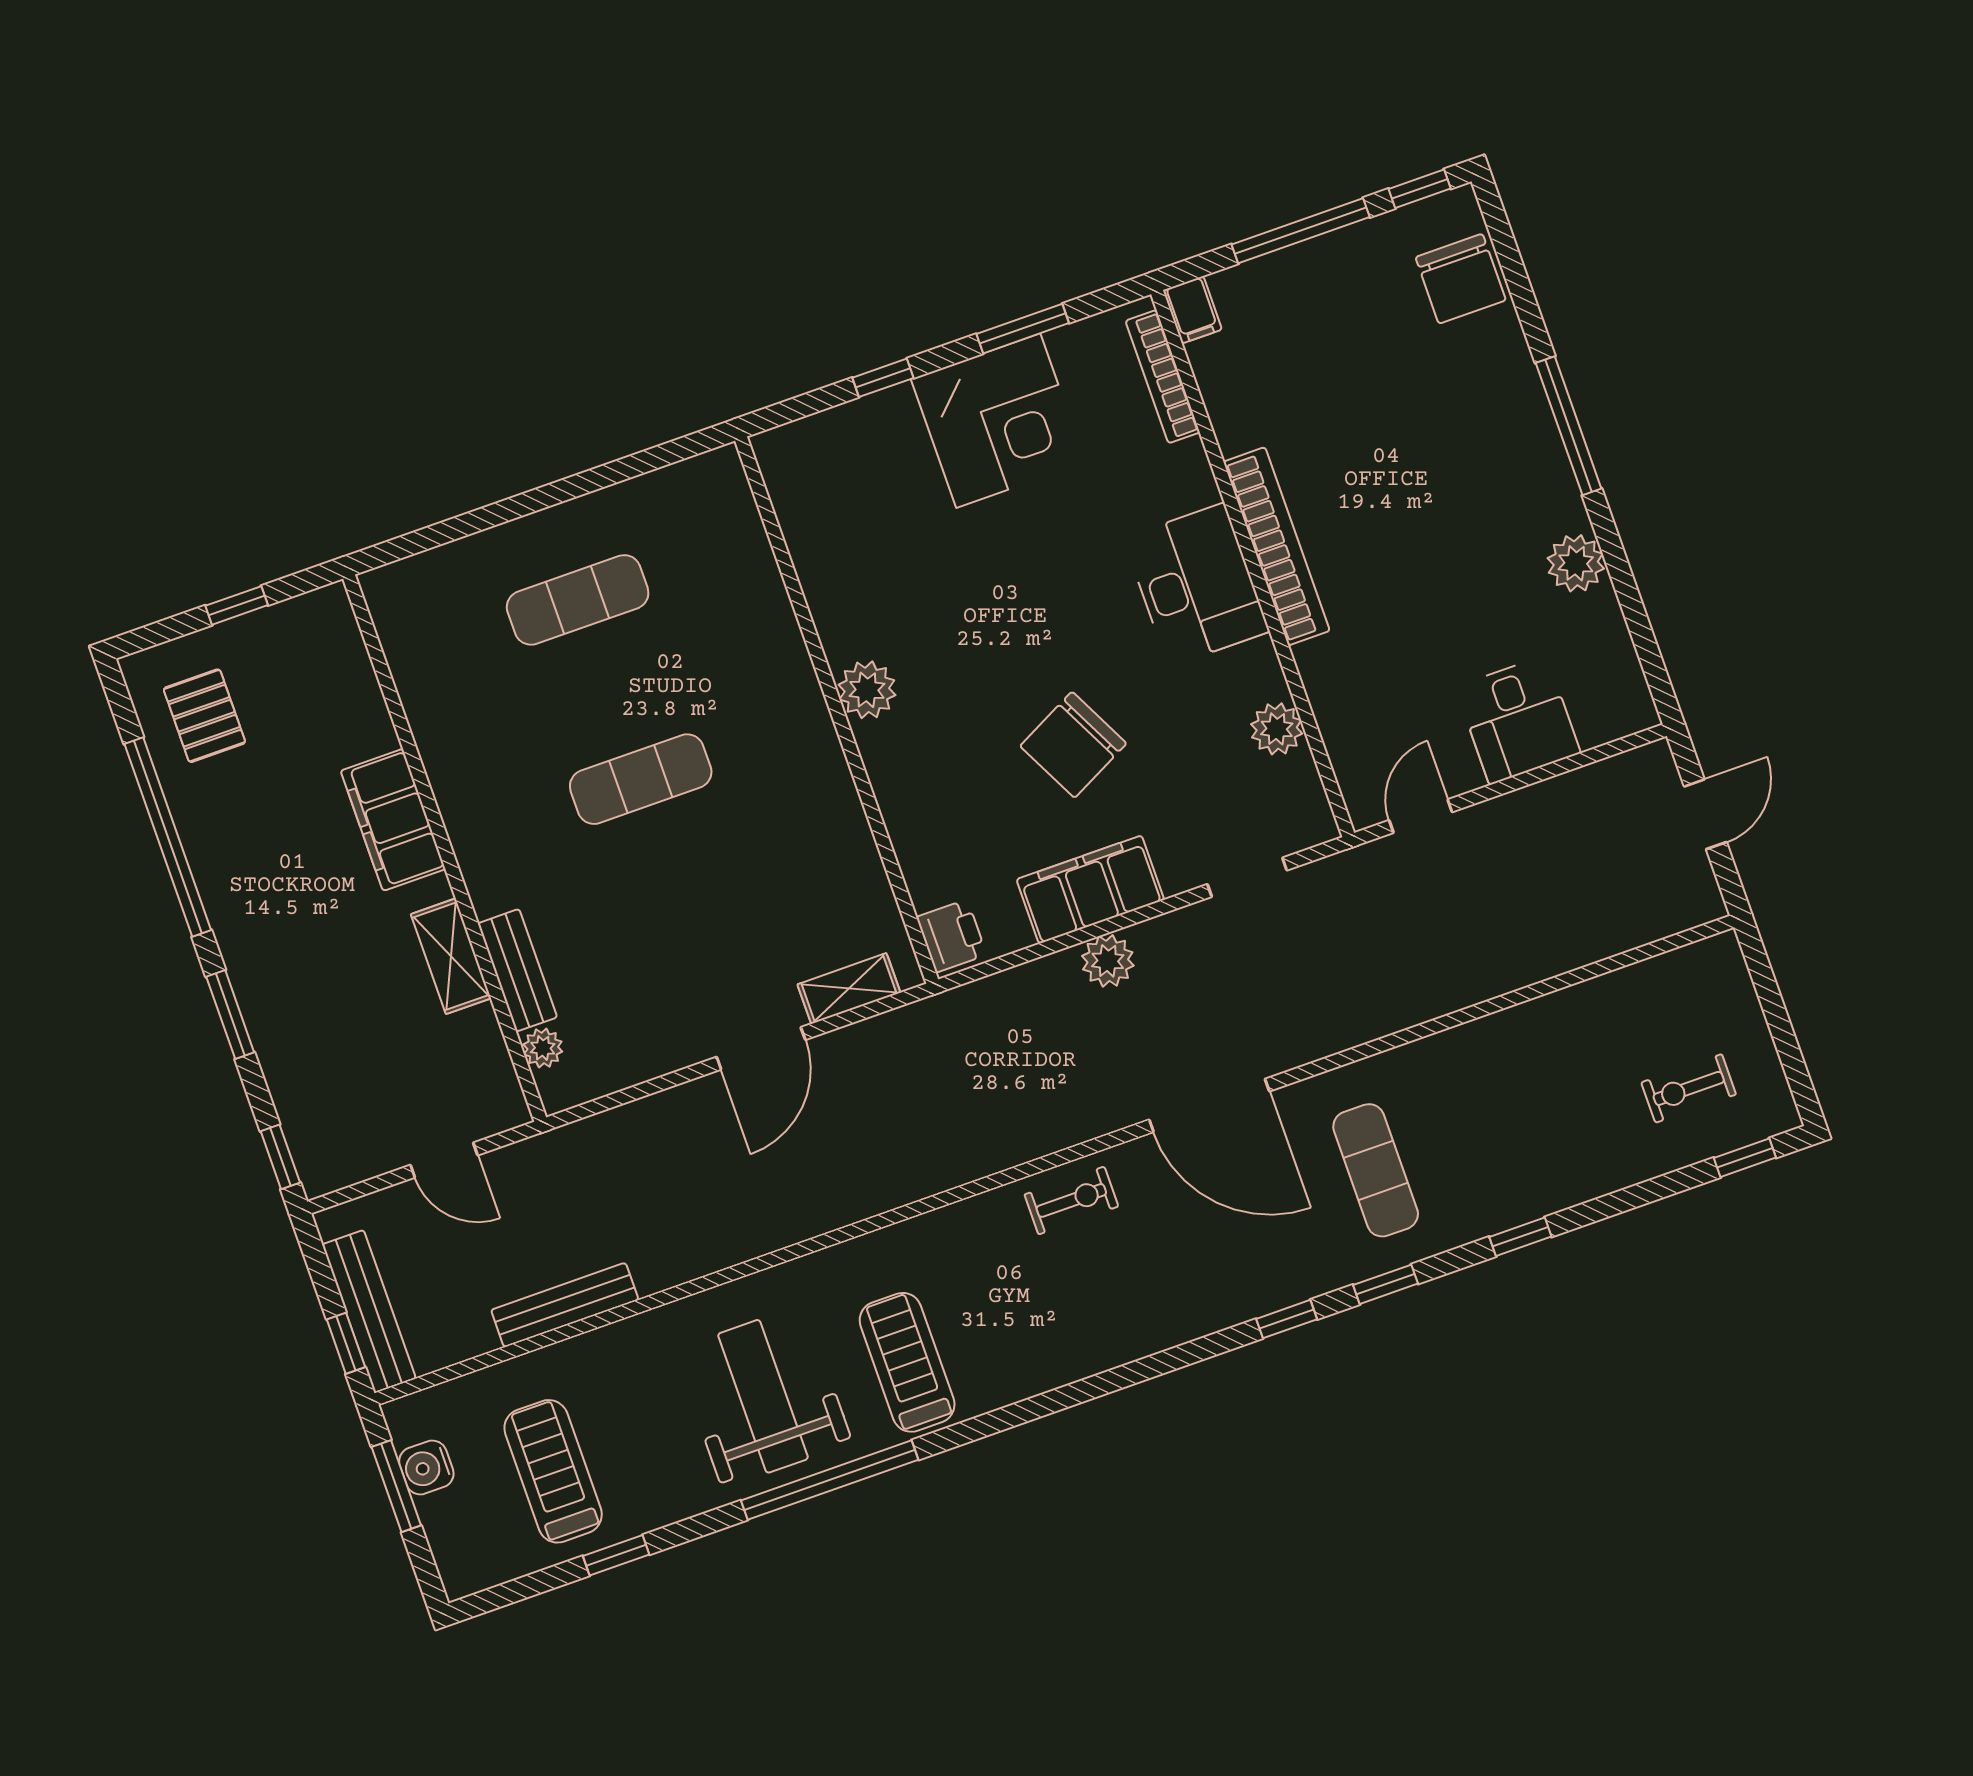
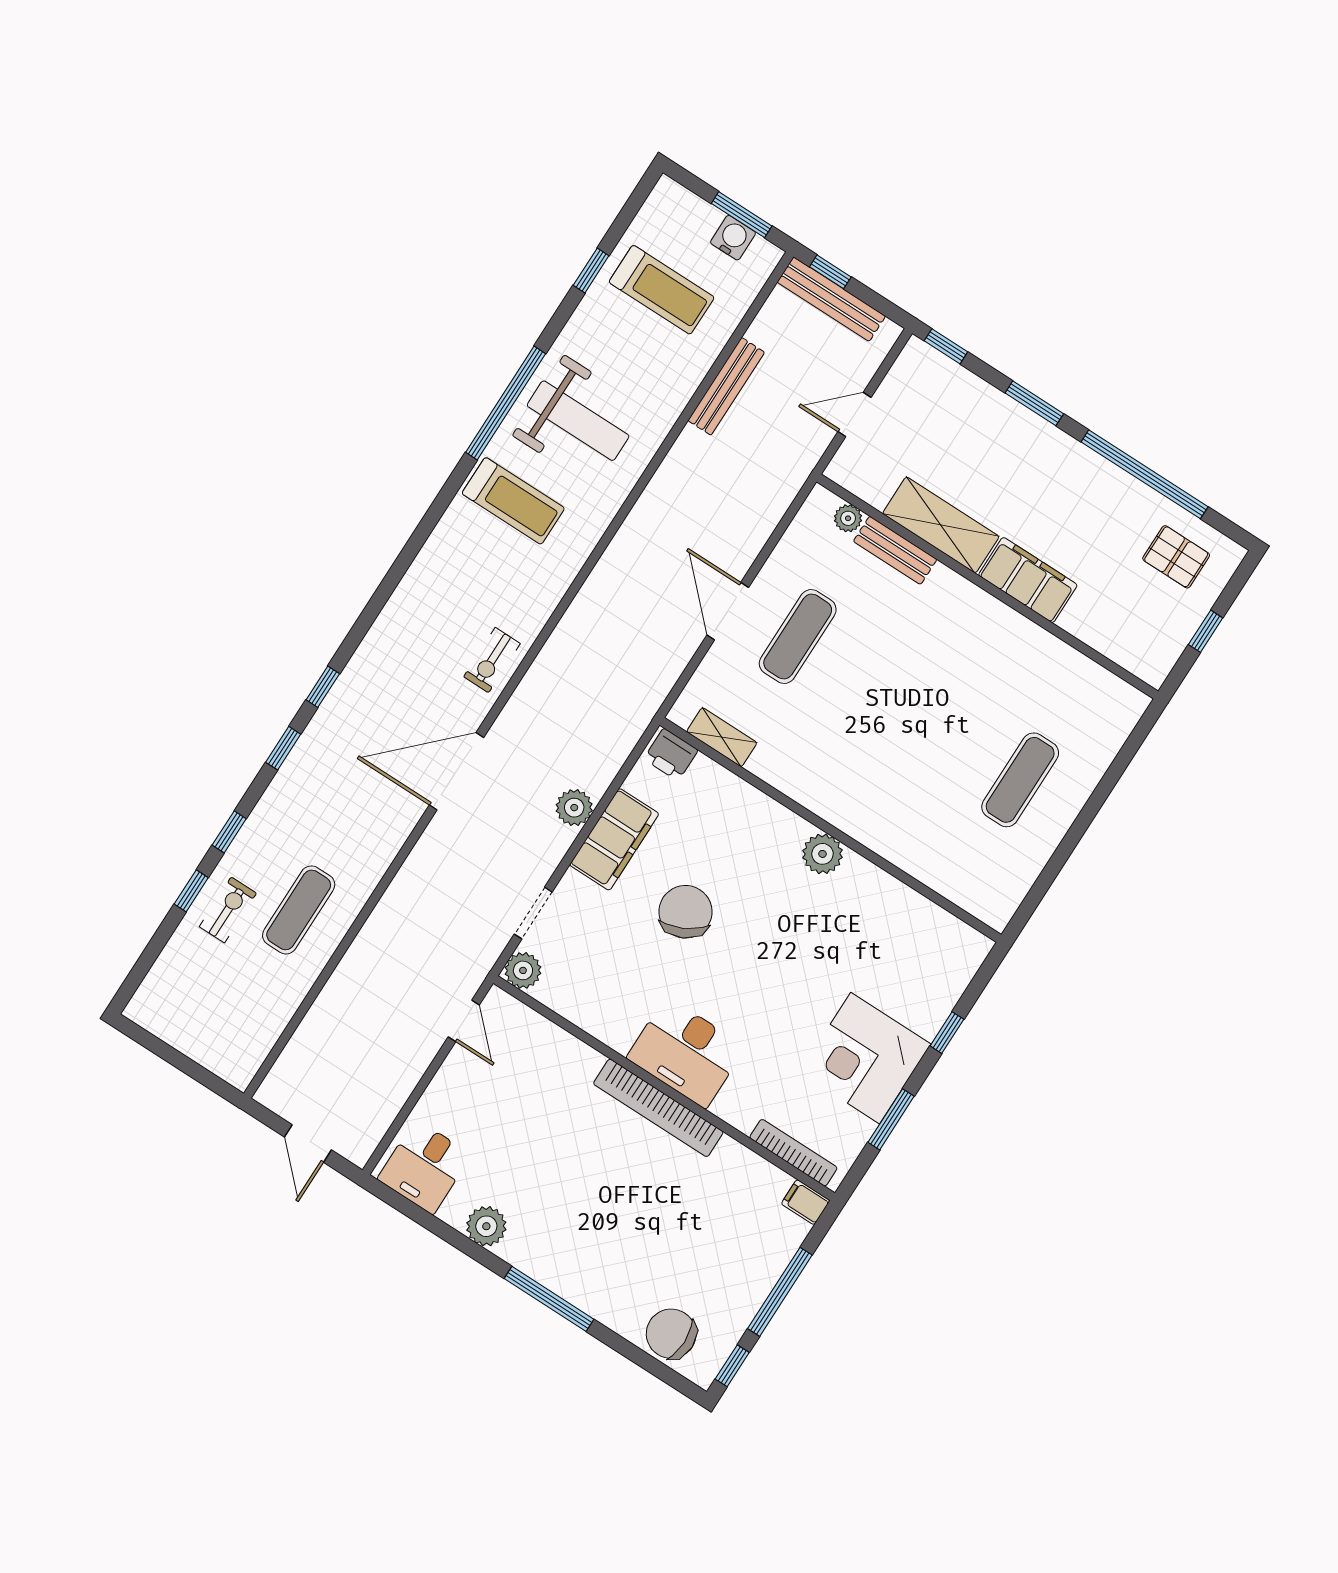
desk: (1518, 720) -> (424, 1167), moved, turned -90
plant: (1277, 729) -> (523, 970), moved
exercise mat: (641, 779) -> (798, 636), moved
shelving: (451, 956) -> (941, 525), width x1.50, depth x1.33
shelving: (849, 989) -> (722, 737), moved, turned 90
exercise bike: (1689, 1088) -> (228, 910), moved
window: (1745, 1158) -> (191, 891), moved
exercise mat: (1376, 1170) -> (299, 910), moved, turned 90

